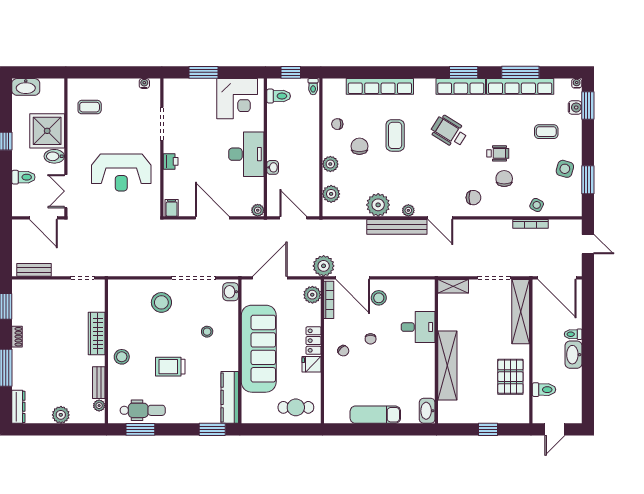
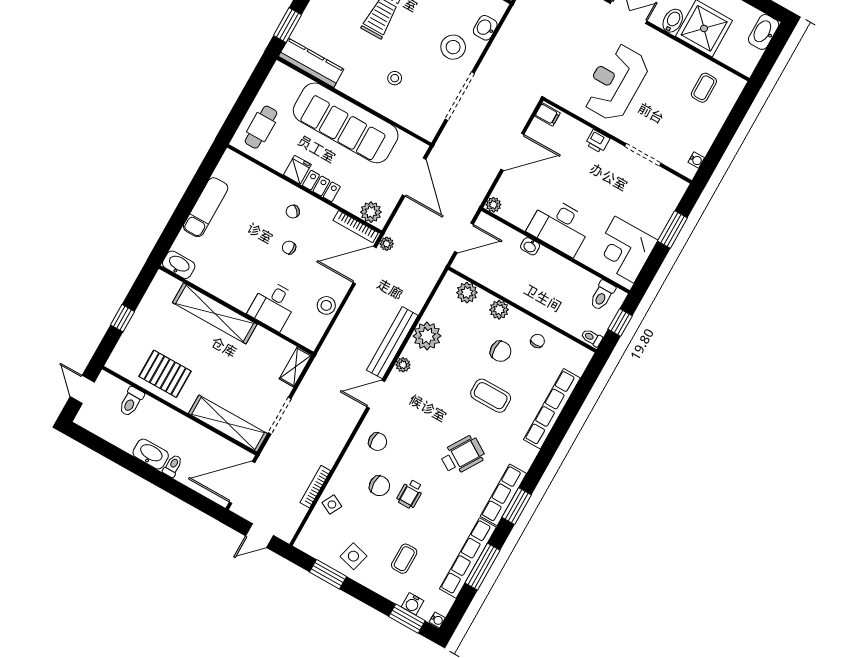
chair: (473, 198) -> (378, 442), turned -90
plant: (324, 266) -> (387, 244), width x0.53, depth x0.53
washbasin: (231, 292) -> (485, 28), moved, turned -90
stool: (379, 298) -> (326, 305), moved

